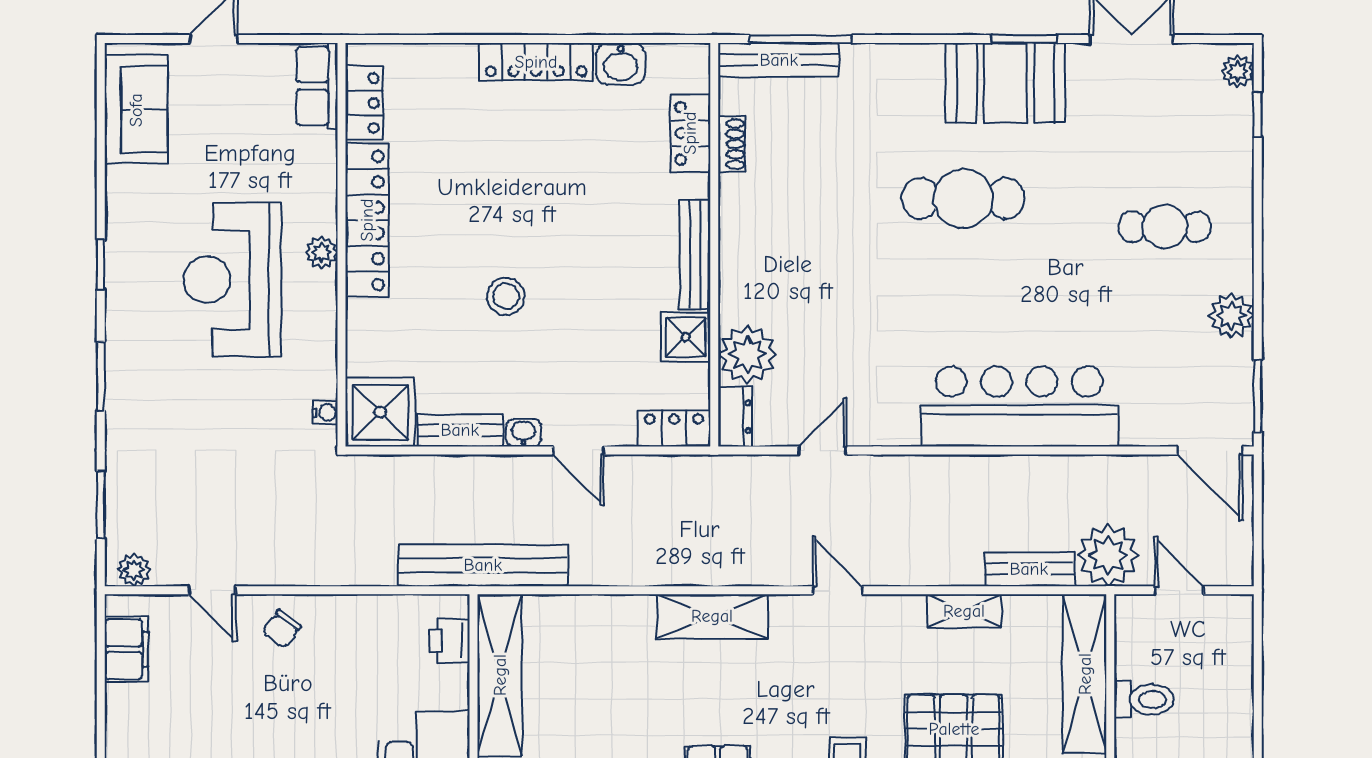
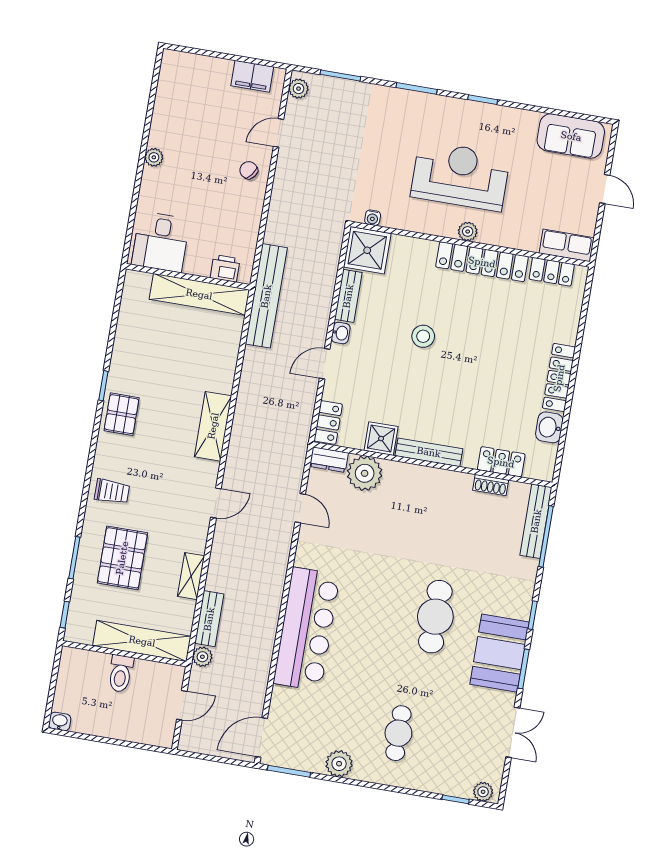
window: (934, 39) -> (533, 615), added
plant: (1108, 555) -> (202, 657), width x0.53, depth x0.53

